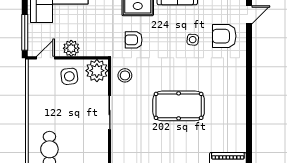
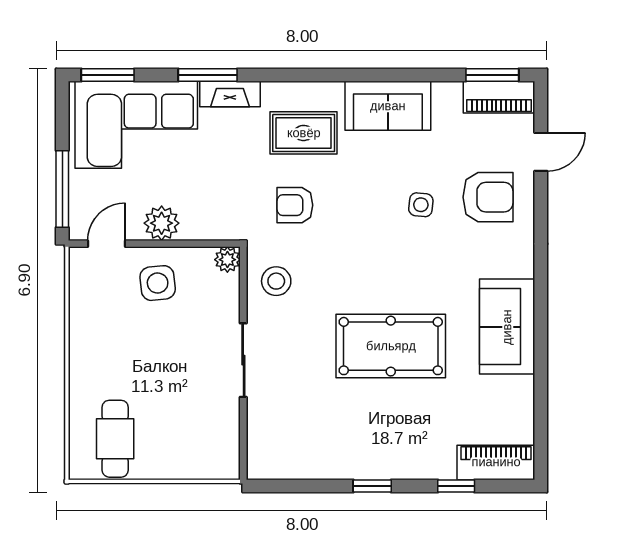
armchair: (224, 36) -> (488, 197), turned 180
plant: (97, 71) -> (227, 260), width x0.53, depth x0.53
sofa: (233, 97) -> (507, 327), added

